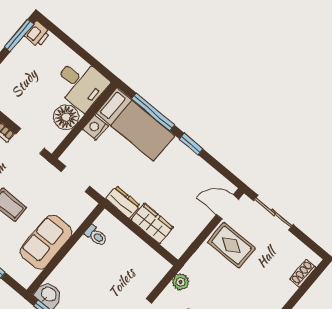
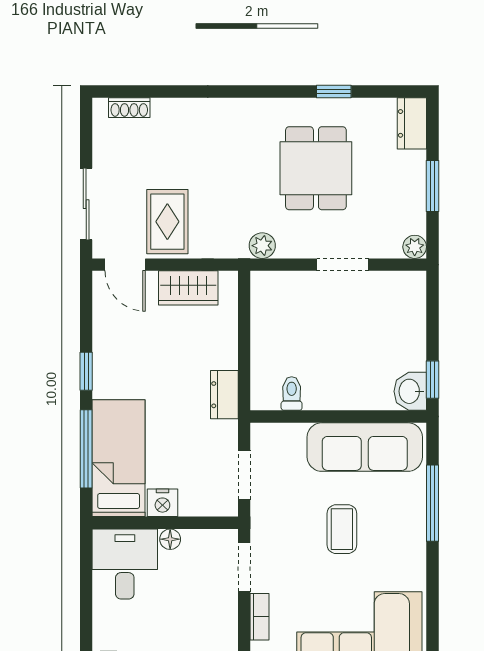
floor lamp: (66, 117) -> (170, 539), width x0.53, depth x0.53
wardrobe: (152, 224) -> (188, 288), moved, turned -90
sofa: (46, 242) -> (365, 447), width x1.36

